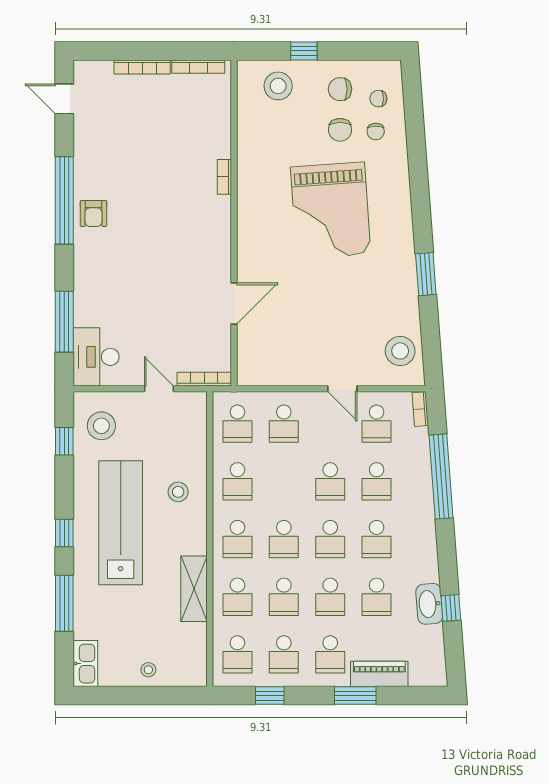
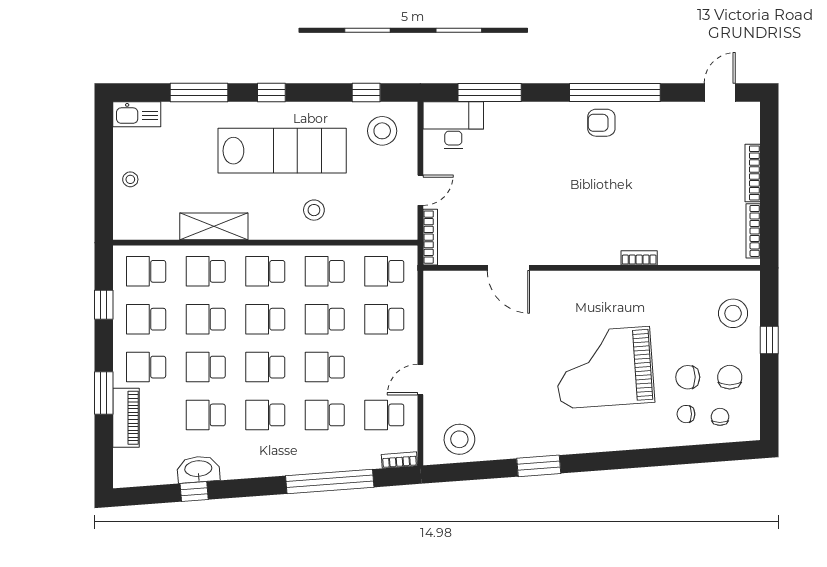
school desk: (284, 481) -> (325, 319), added

